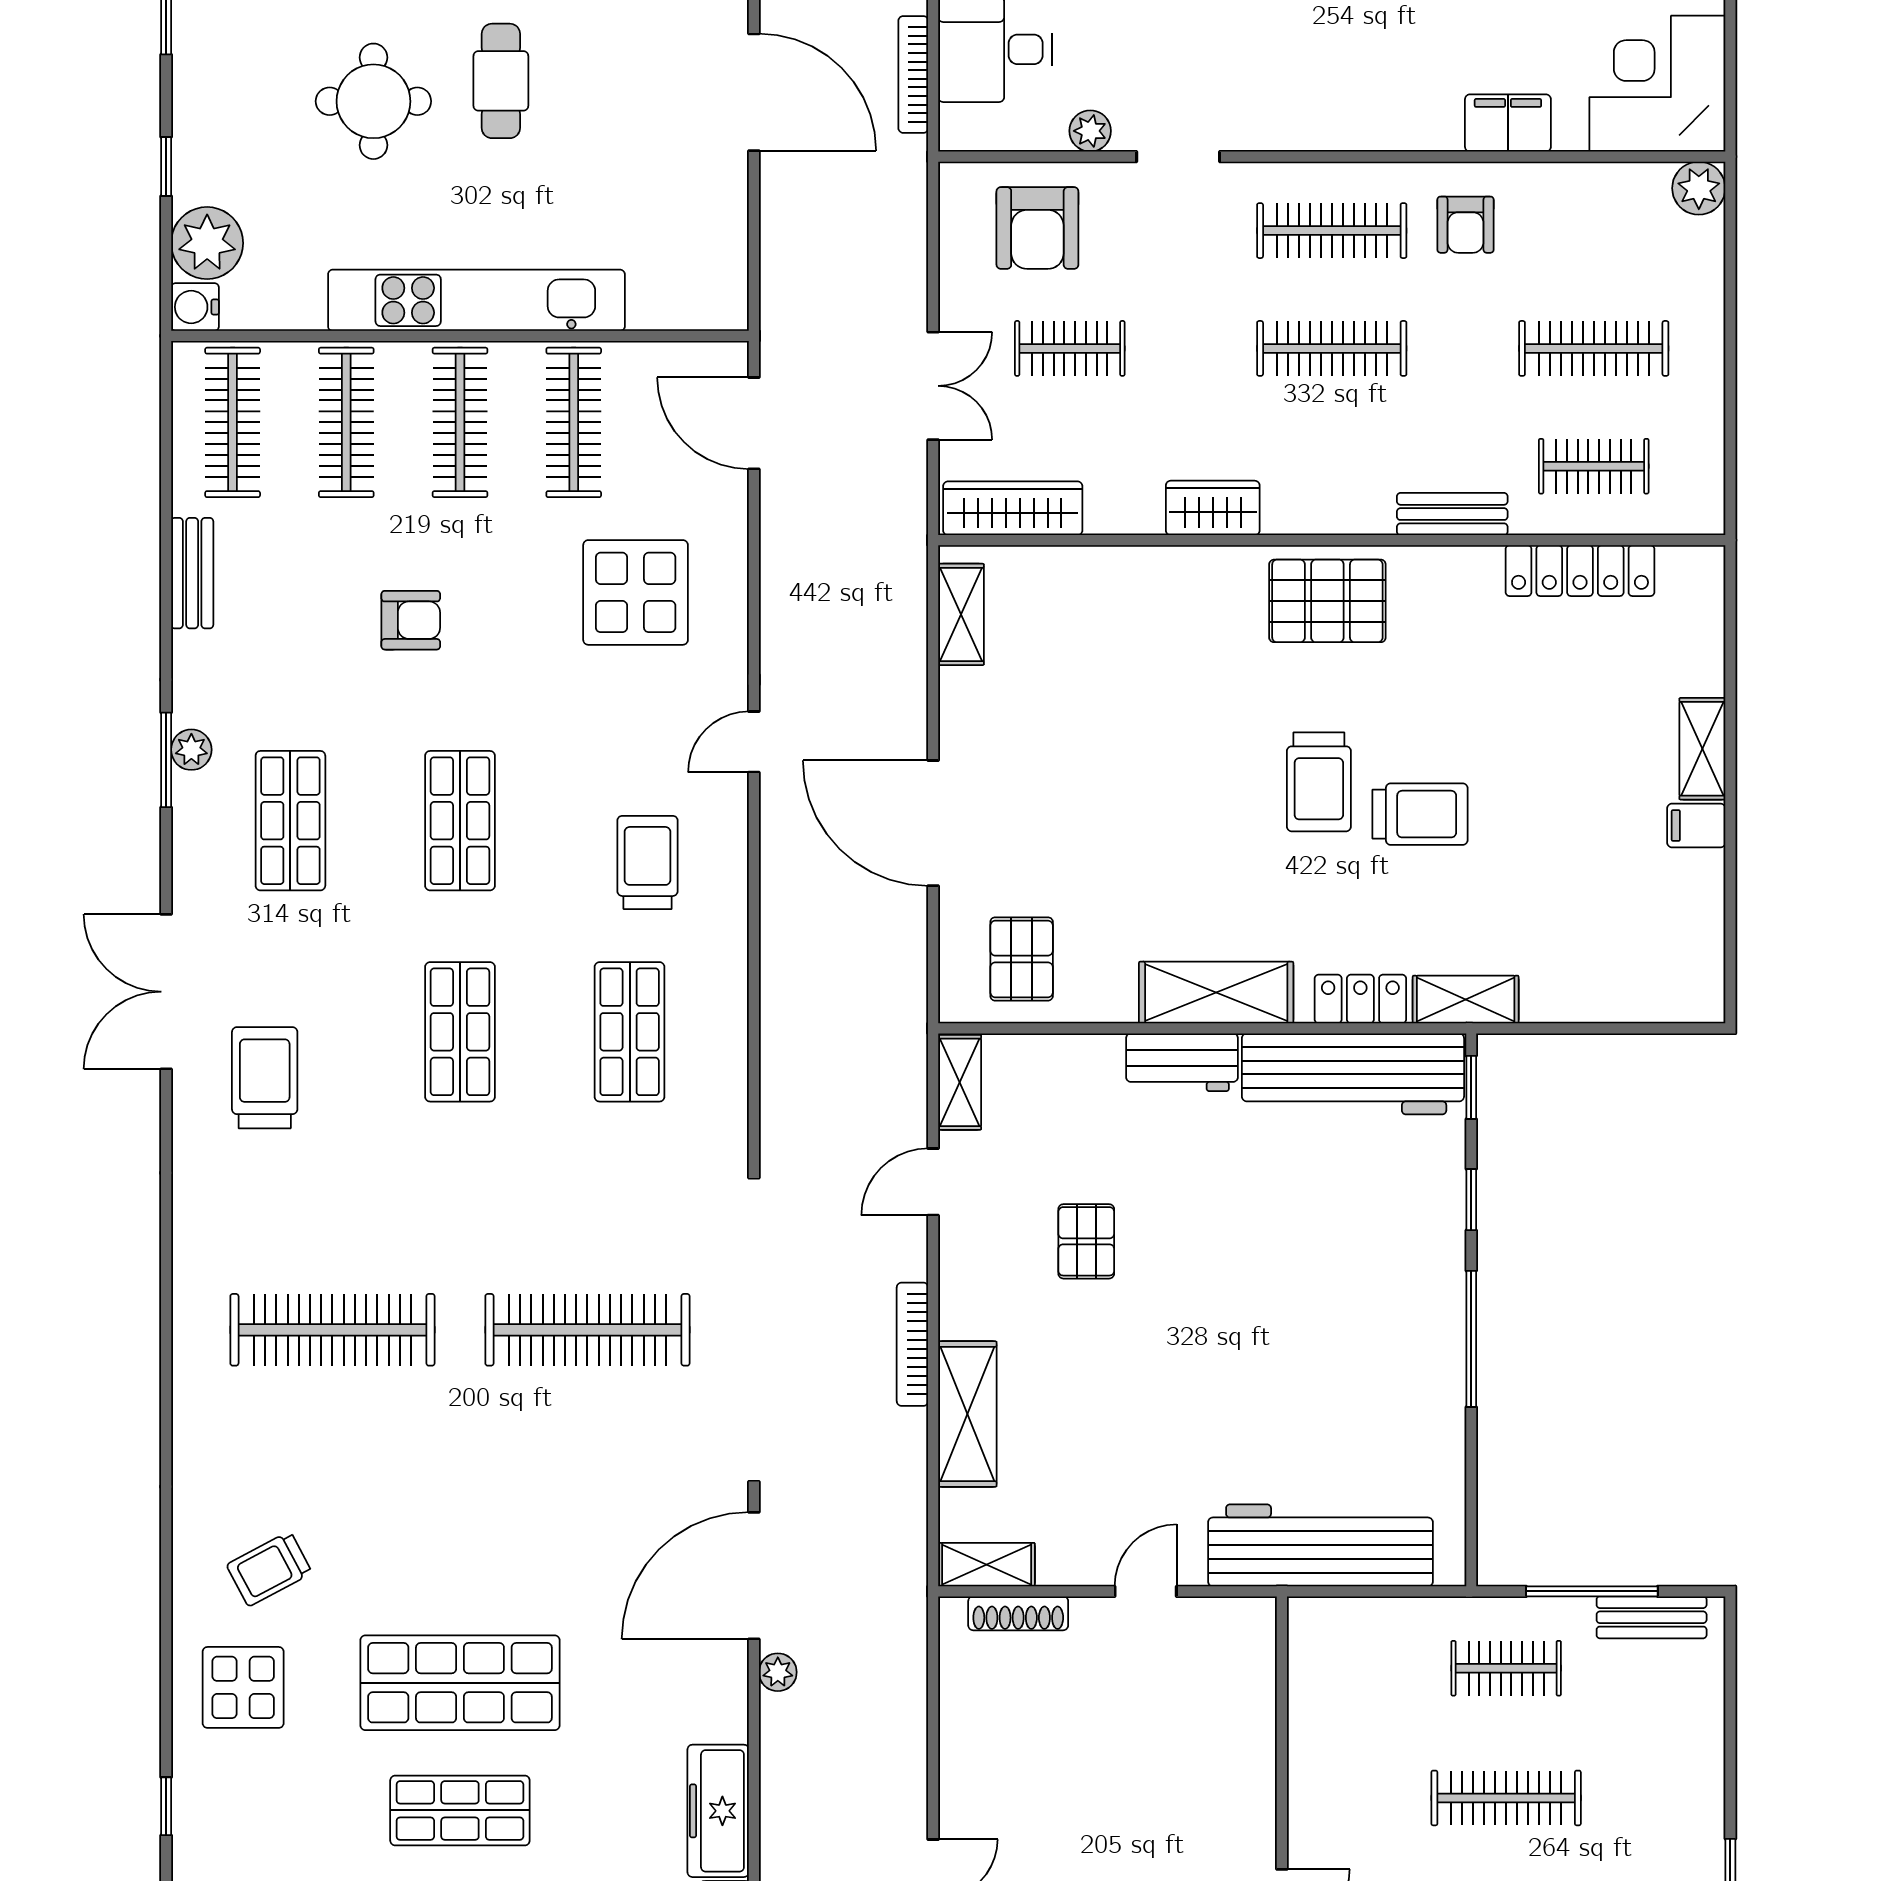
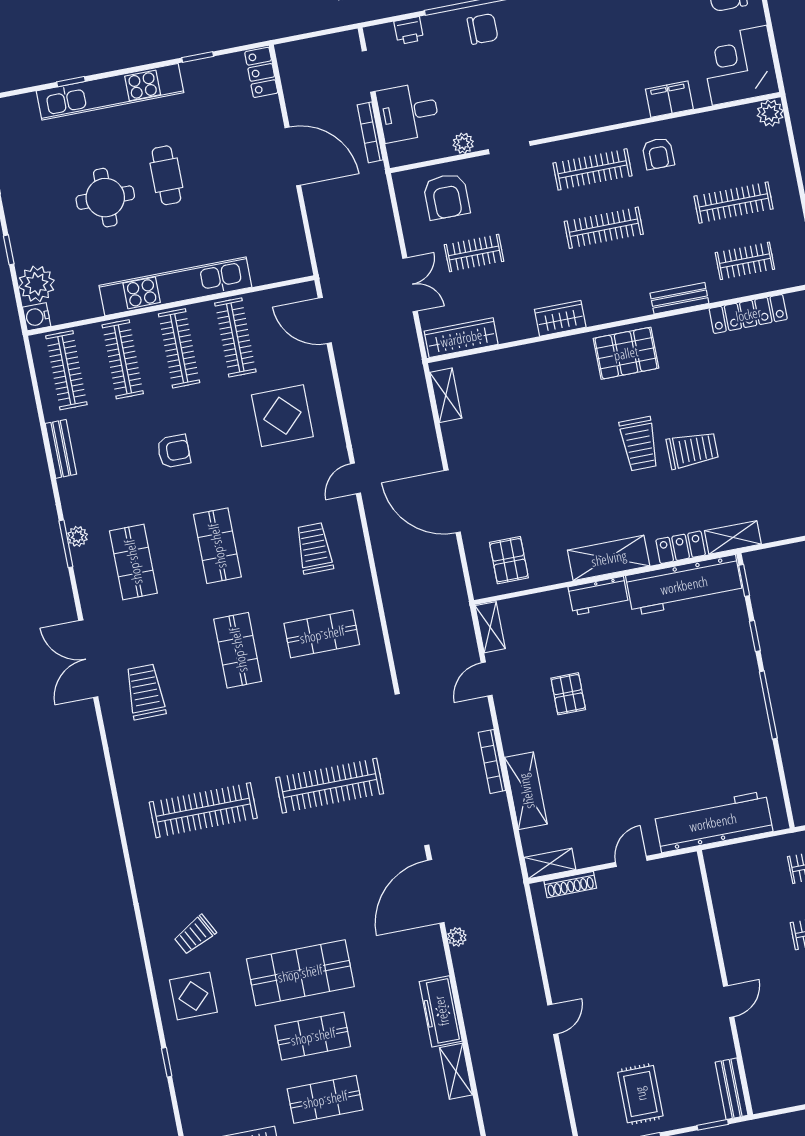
shop shelf: (630, 1032) -> (322, 634), turned 90

